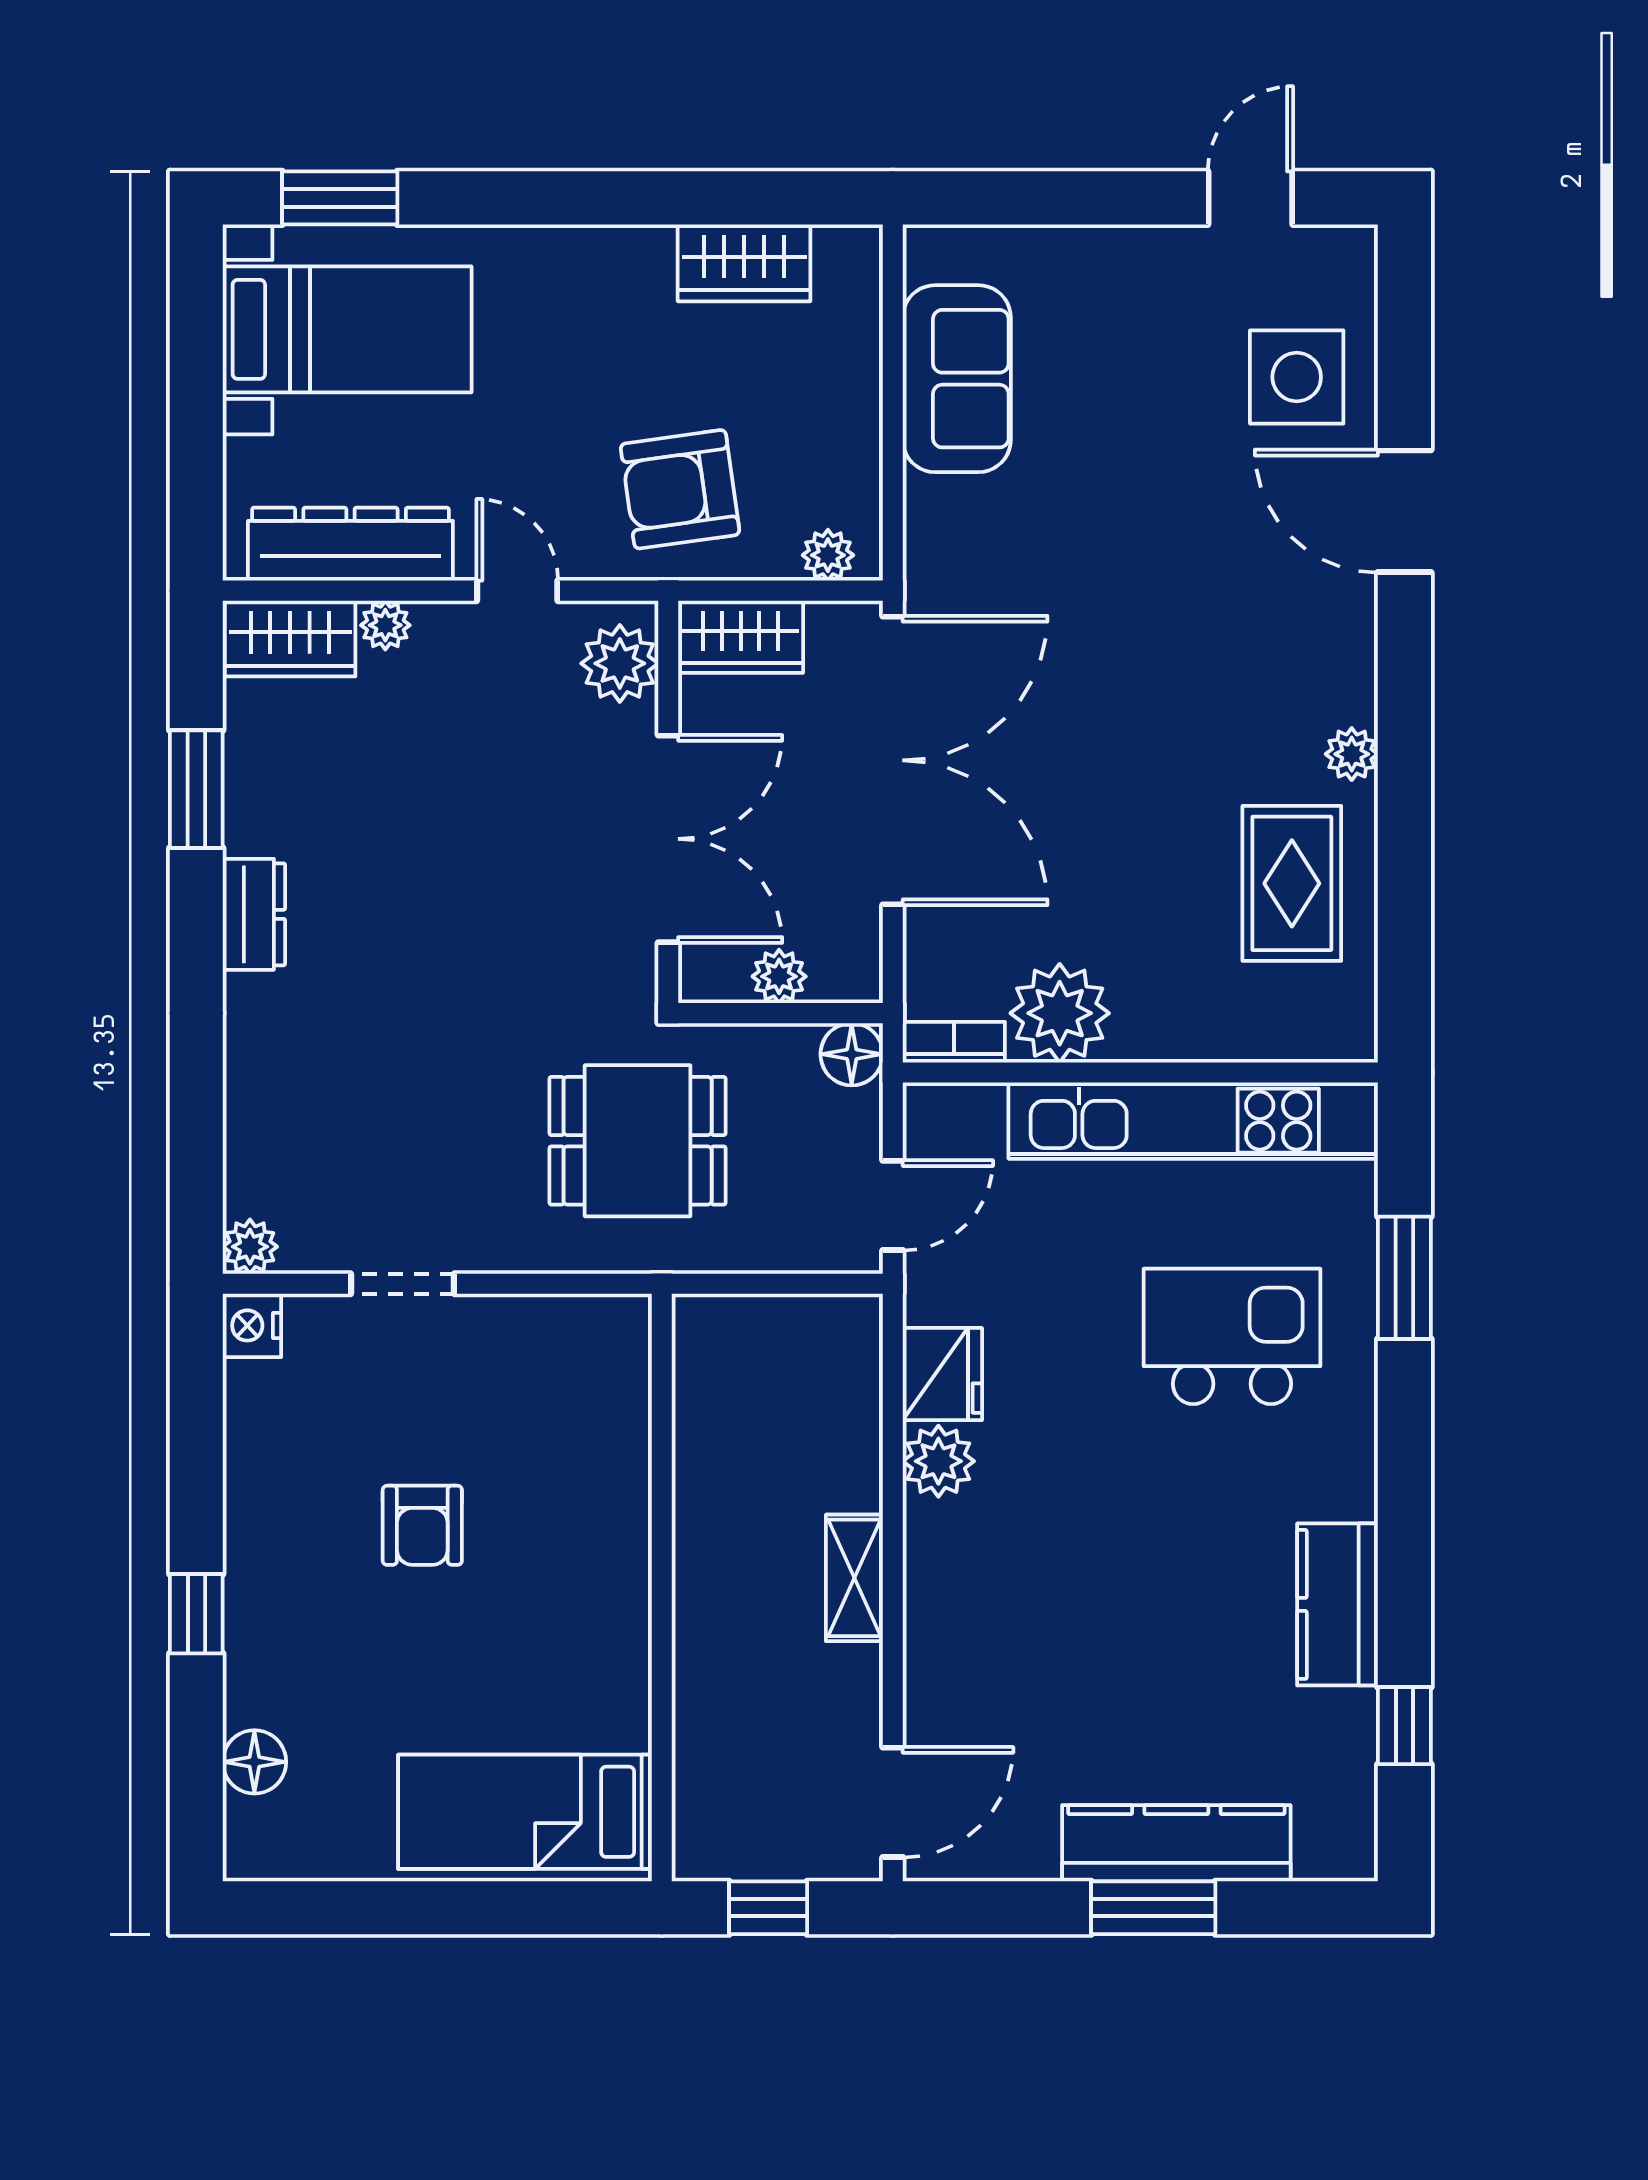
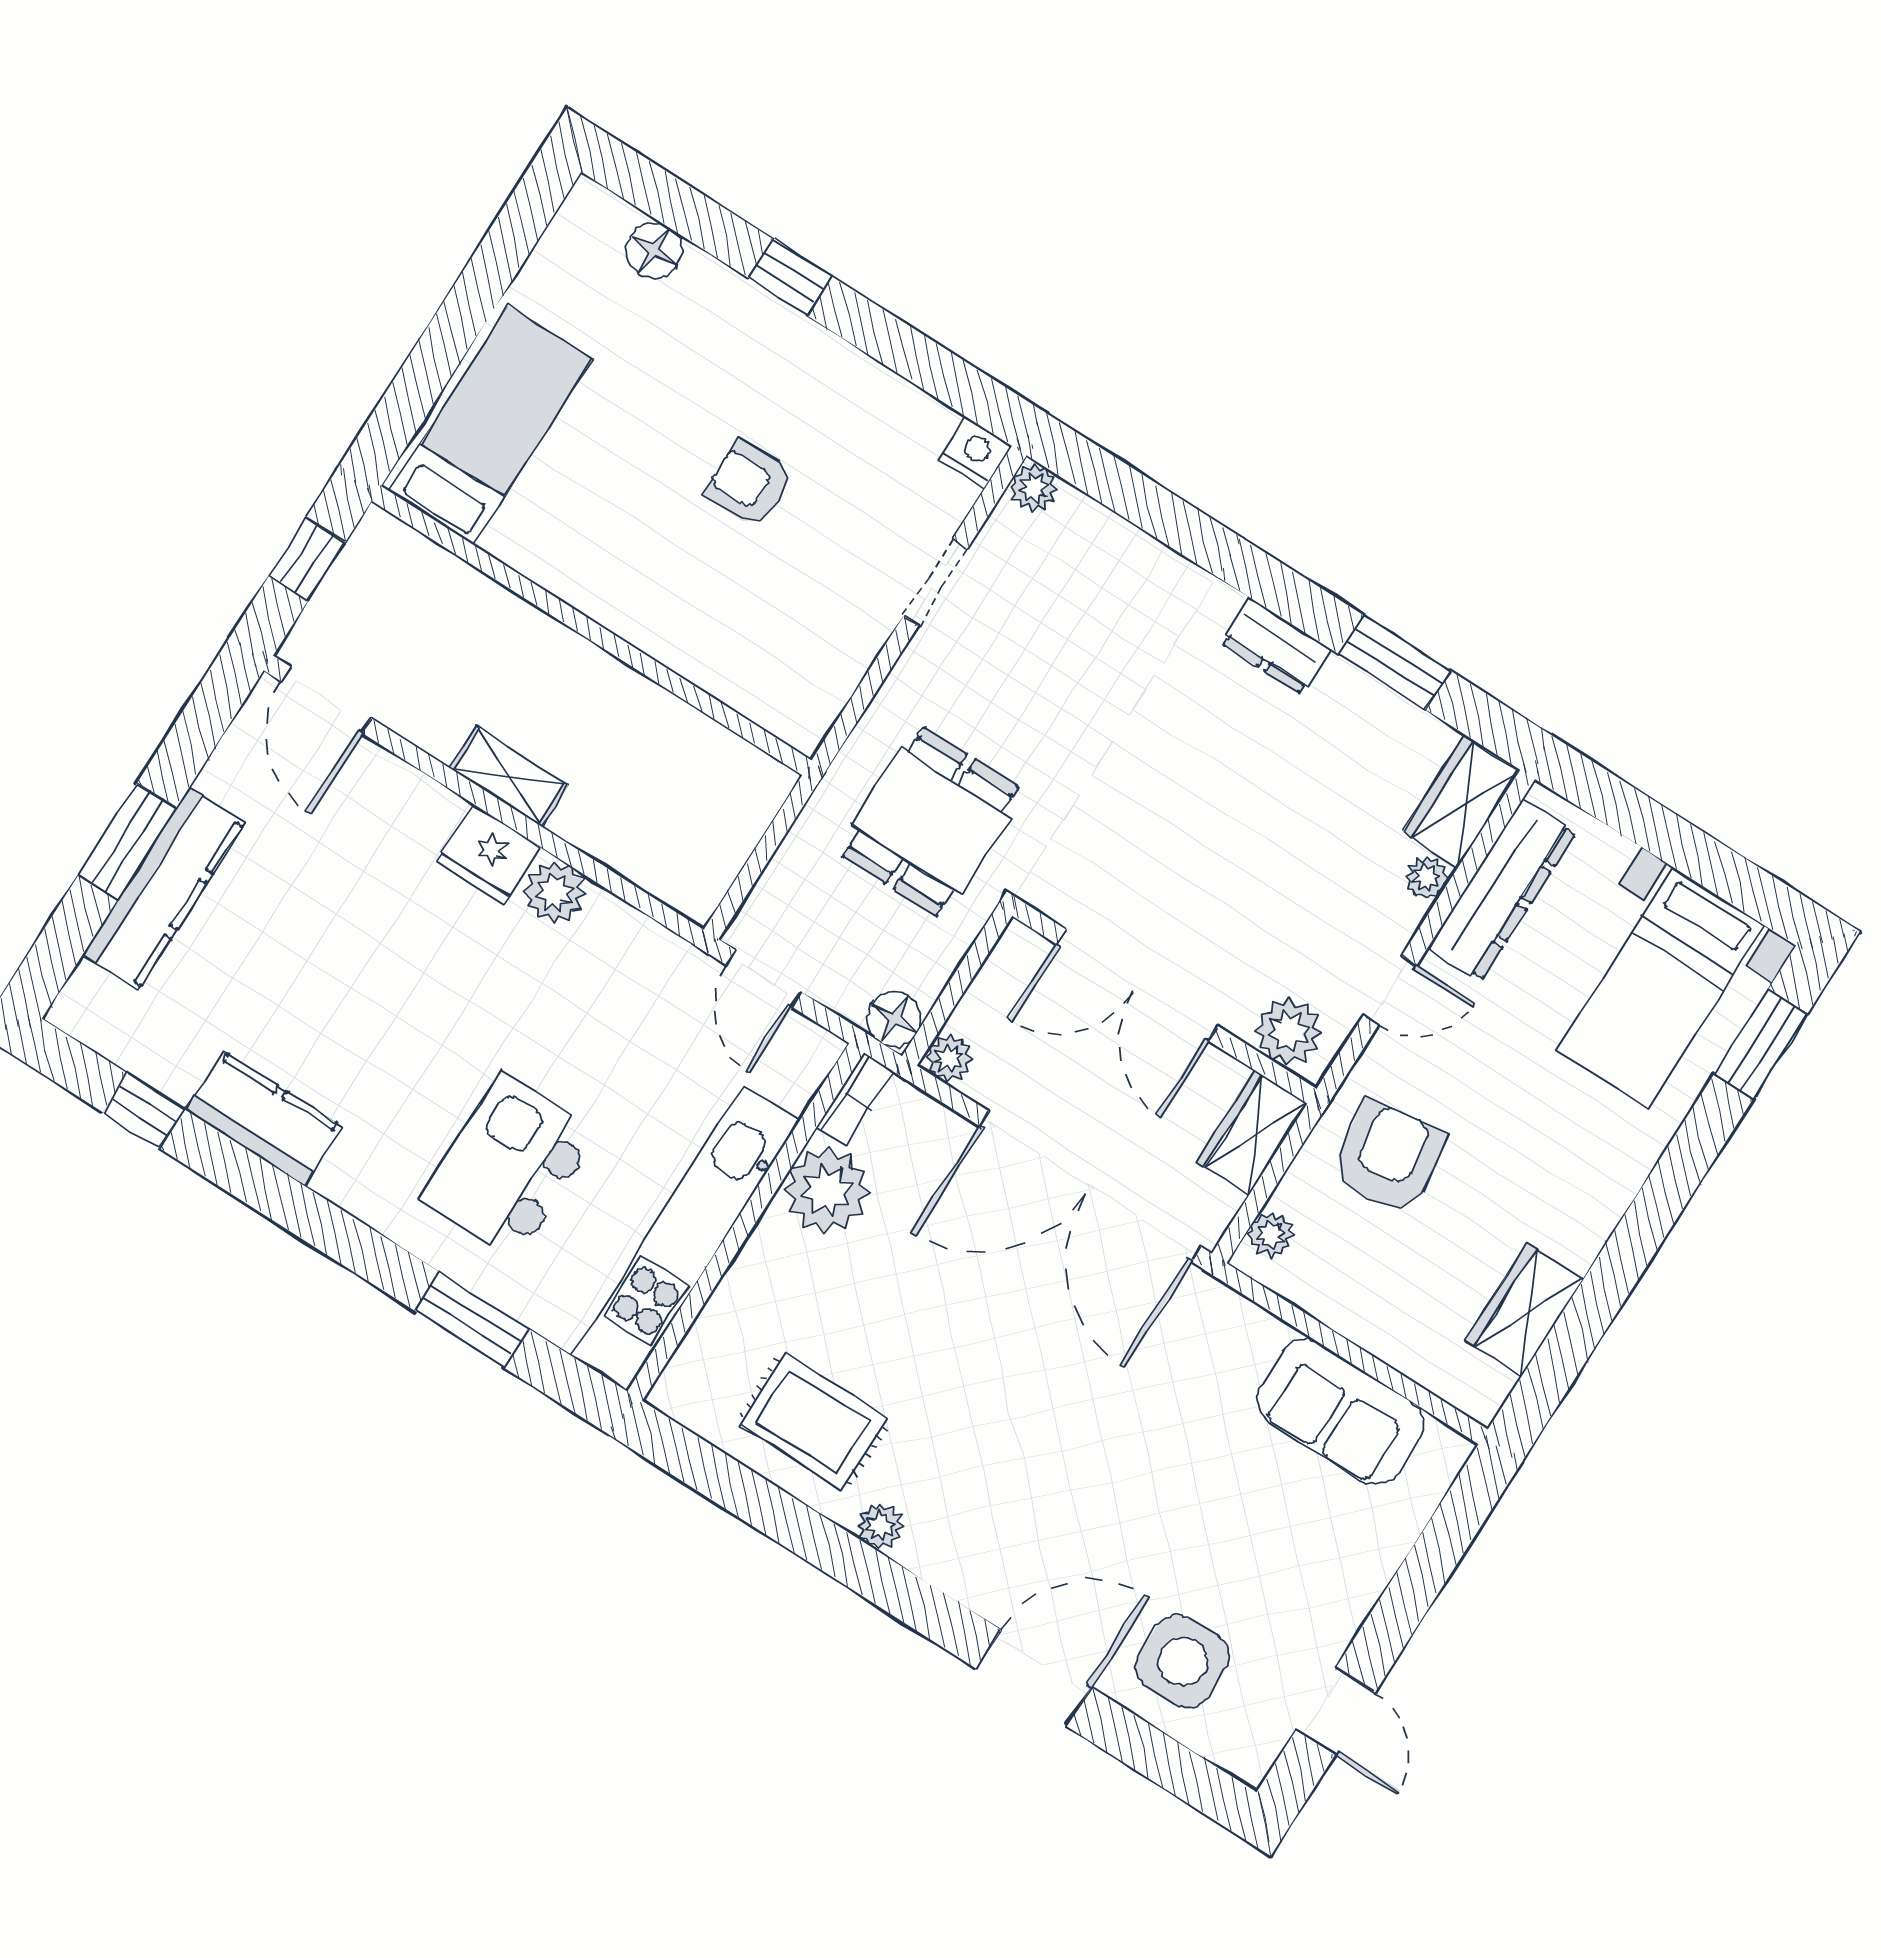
plant: (779, 976) -> (949, 1059), moved
kitchen island: (1232, 1336) -> (509, 1166), turned 180
fridge: (942, 1374) -> (489, 855), moved

